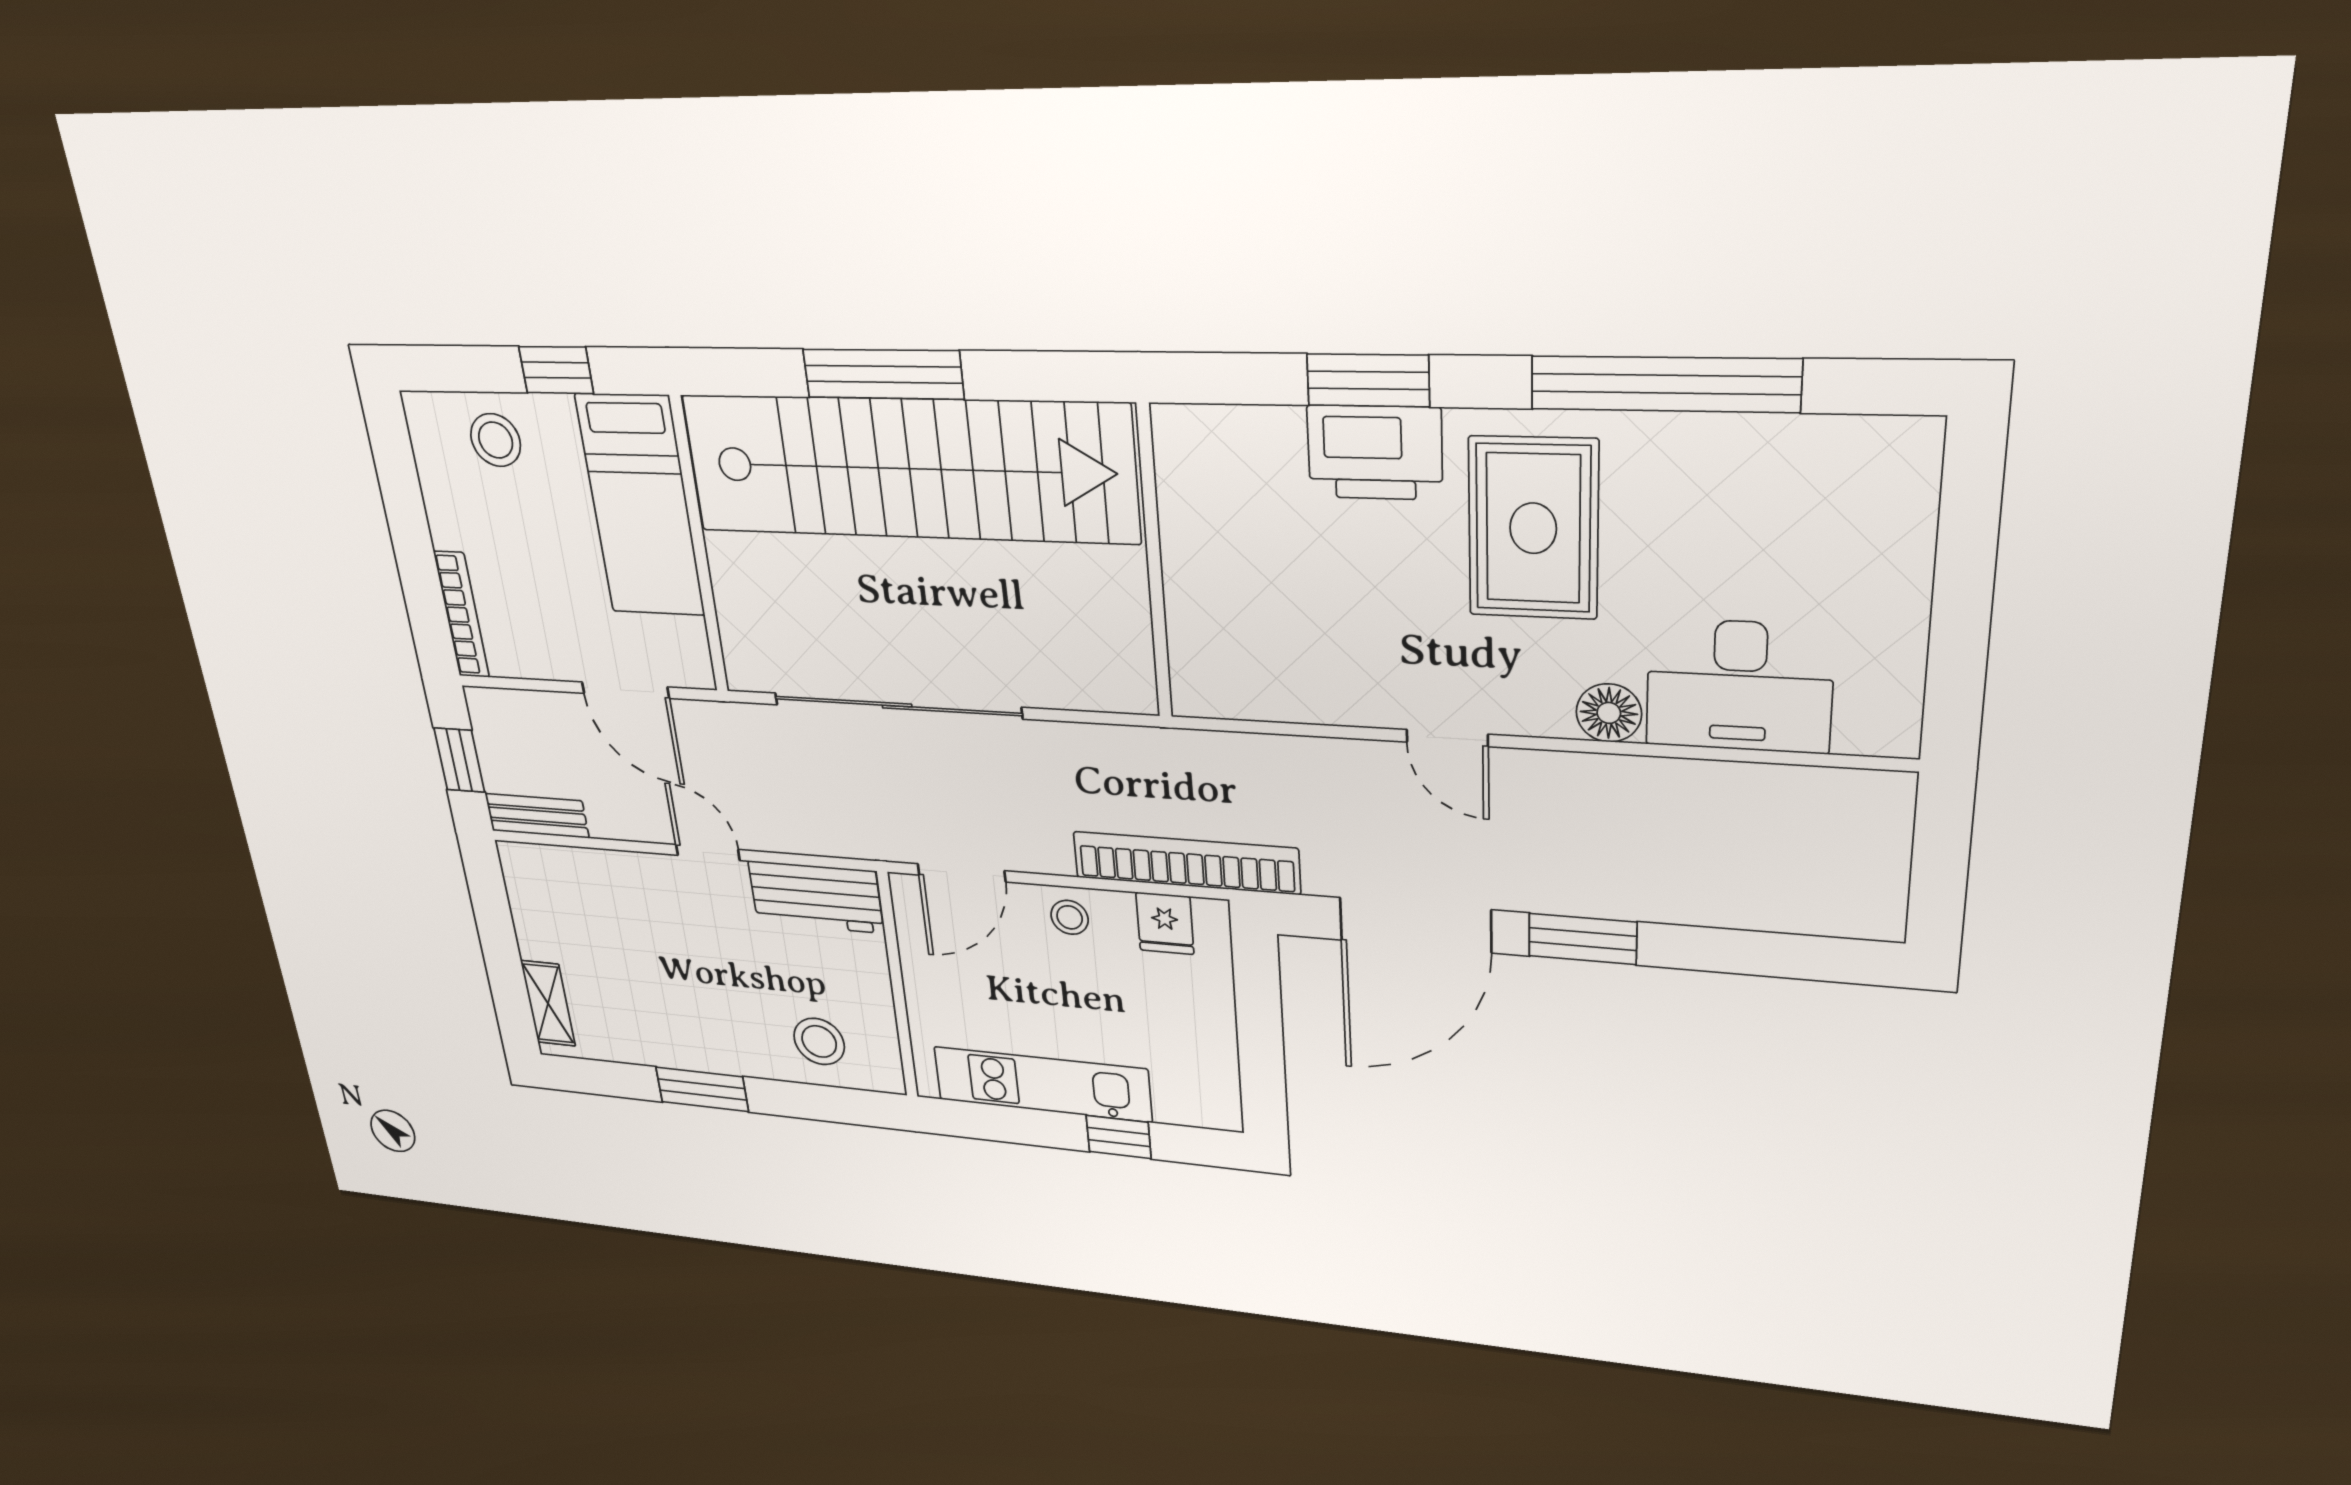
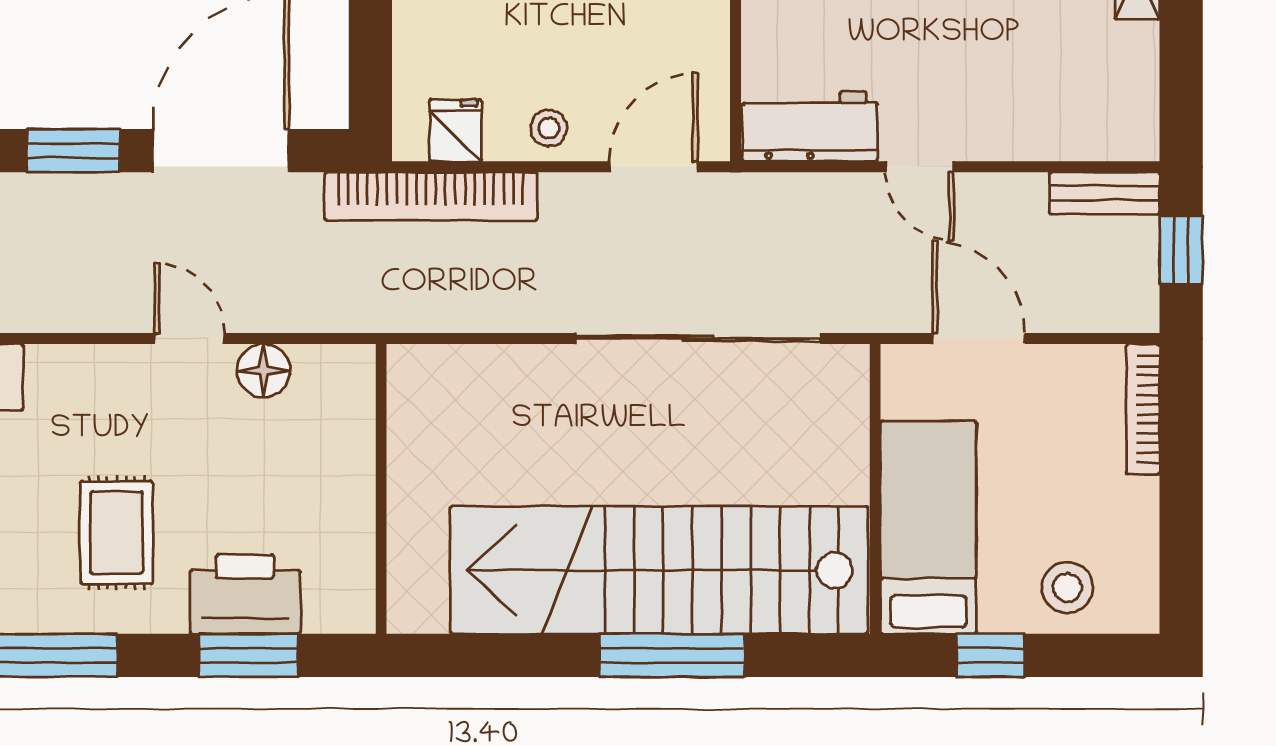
rug: (1533, 528) -> (117, 533), width x0.73, depth x0.70
wall: (1154, 564) -> (381, 489), moved
floor lamp: (1609, 713) -> (263, 371), moved

